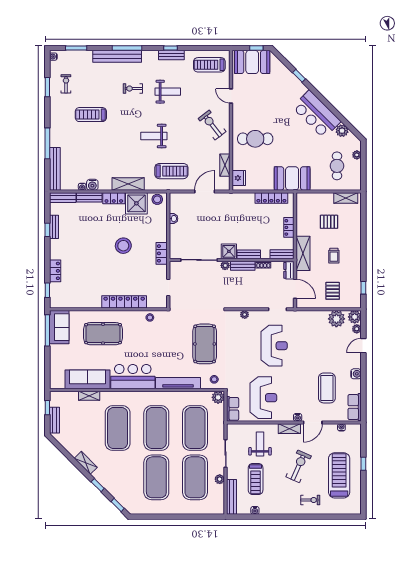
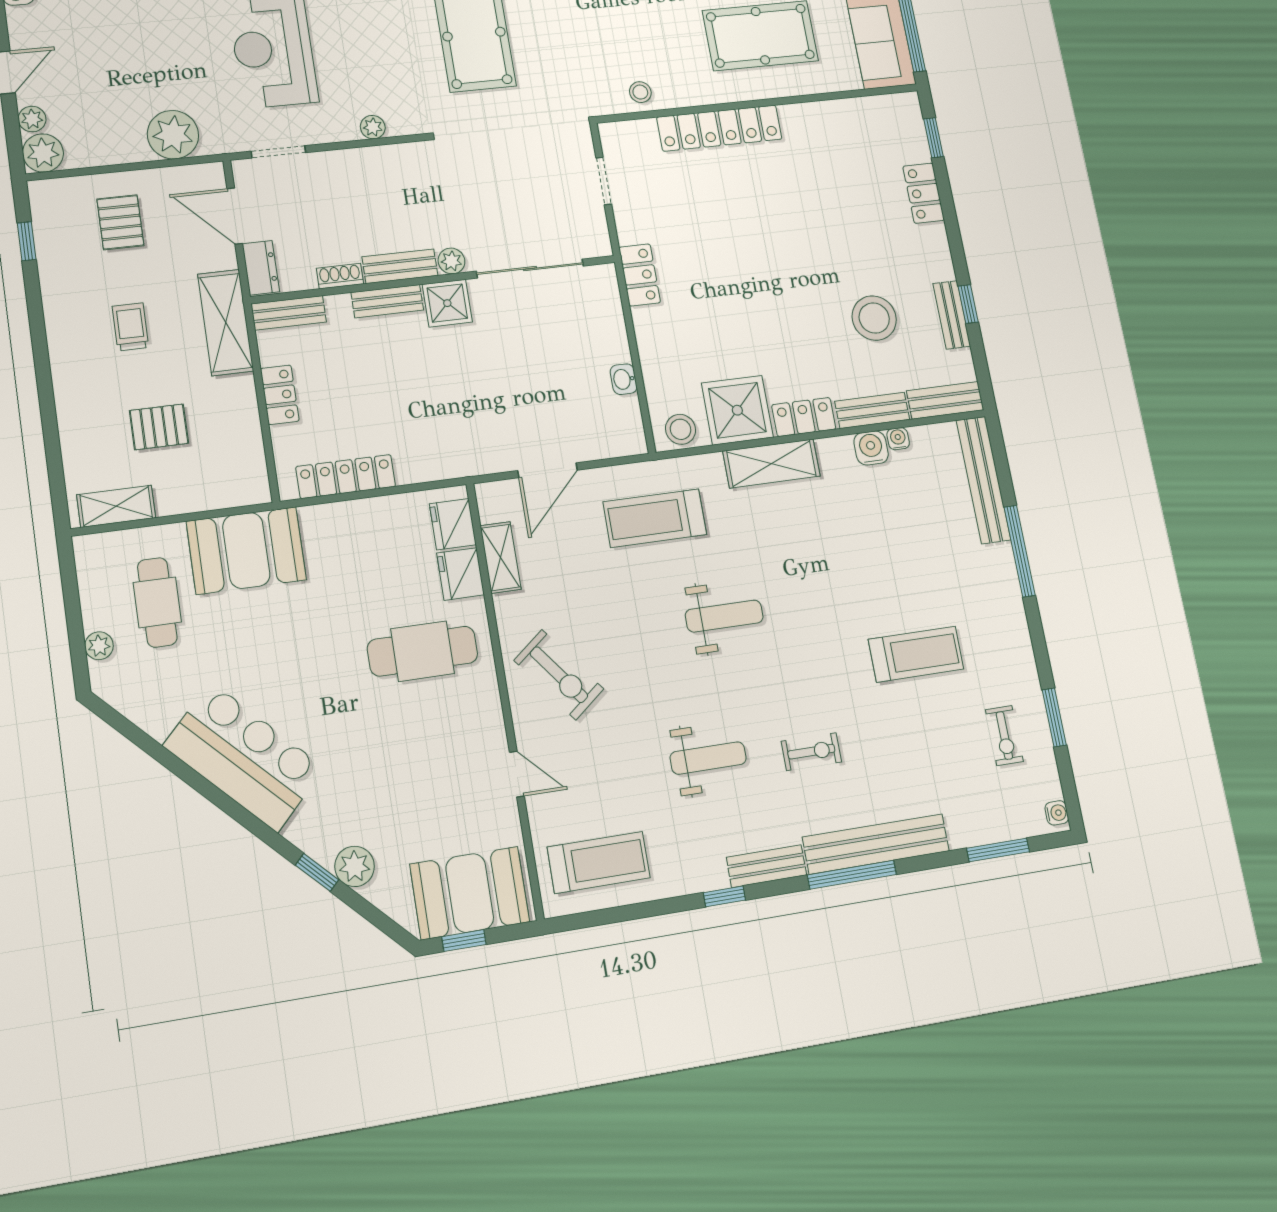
bench: (171, 55) -> (767, 866), moved
weight bench: (168, 92) -> (708, 758), turned 180
plant: (342, 131) -> (355, 866), moved
fridge: (239, 162) -> (461, 574), added
booth: (292, 178) -> (246, 550), moved
stool: (123, 246) -> (874, 318), moved
plant: (336, 319) -> (173, 135), moved

